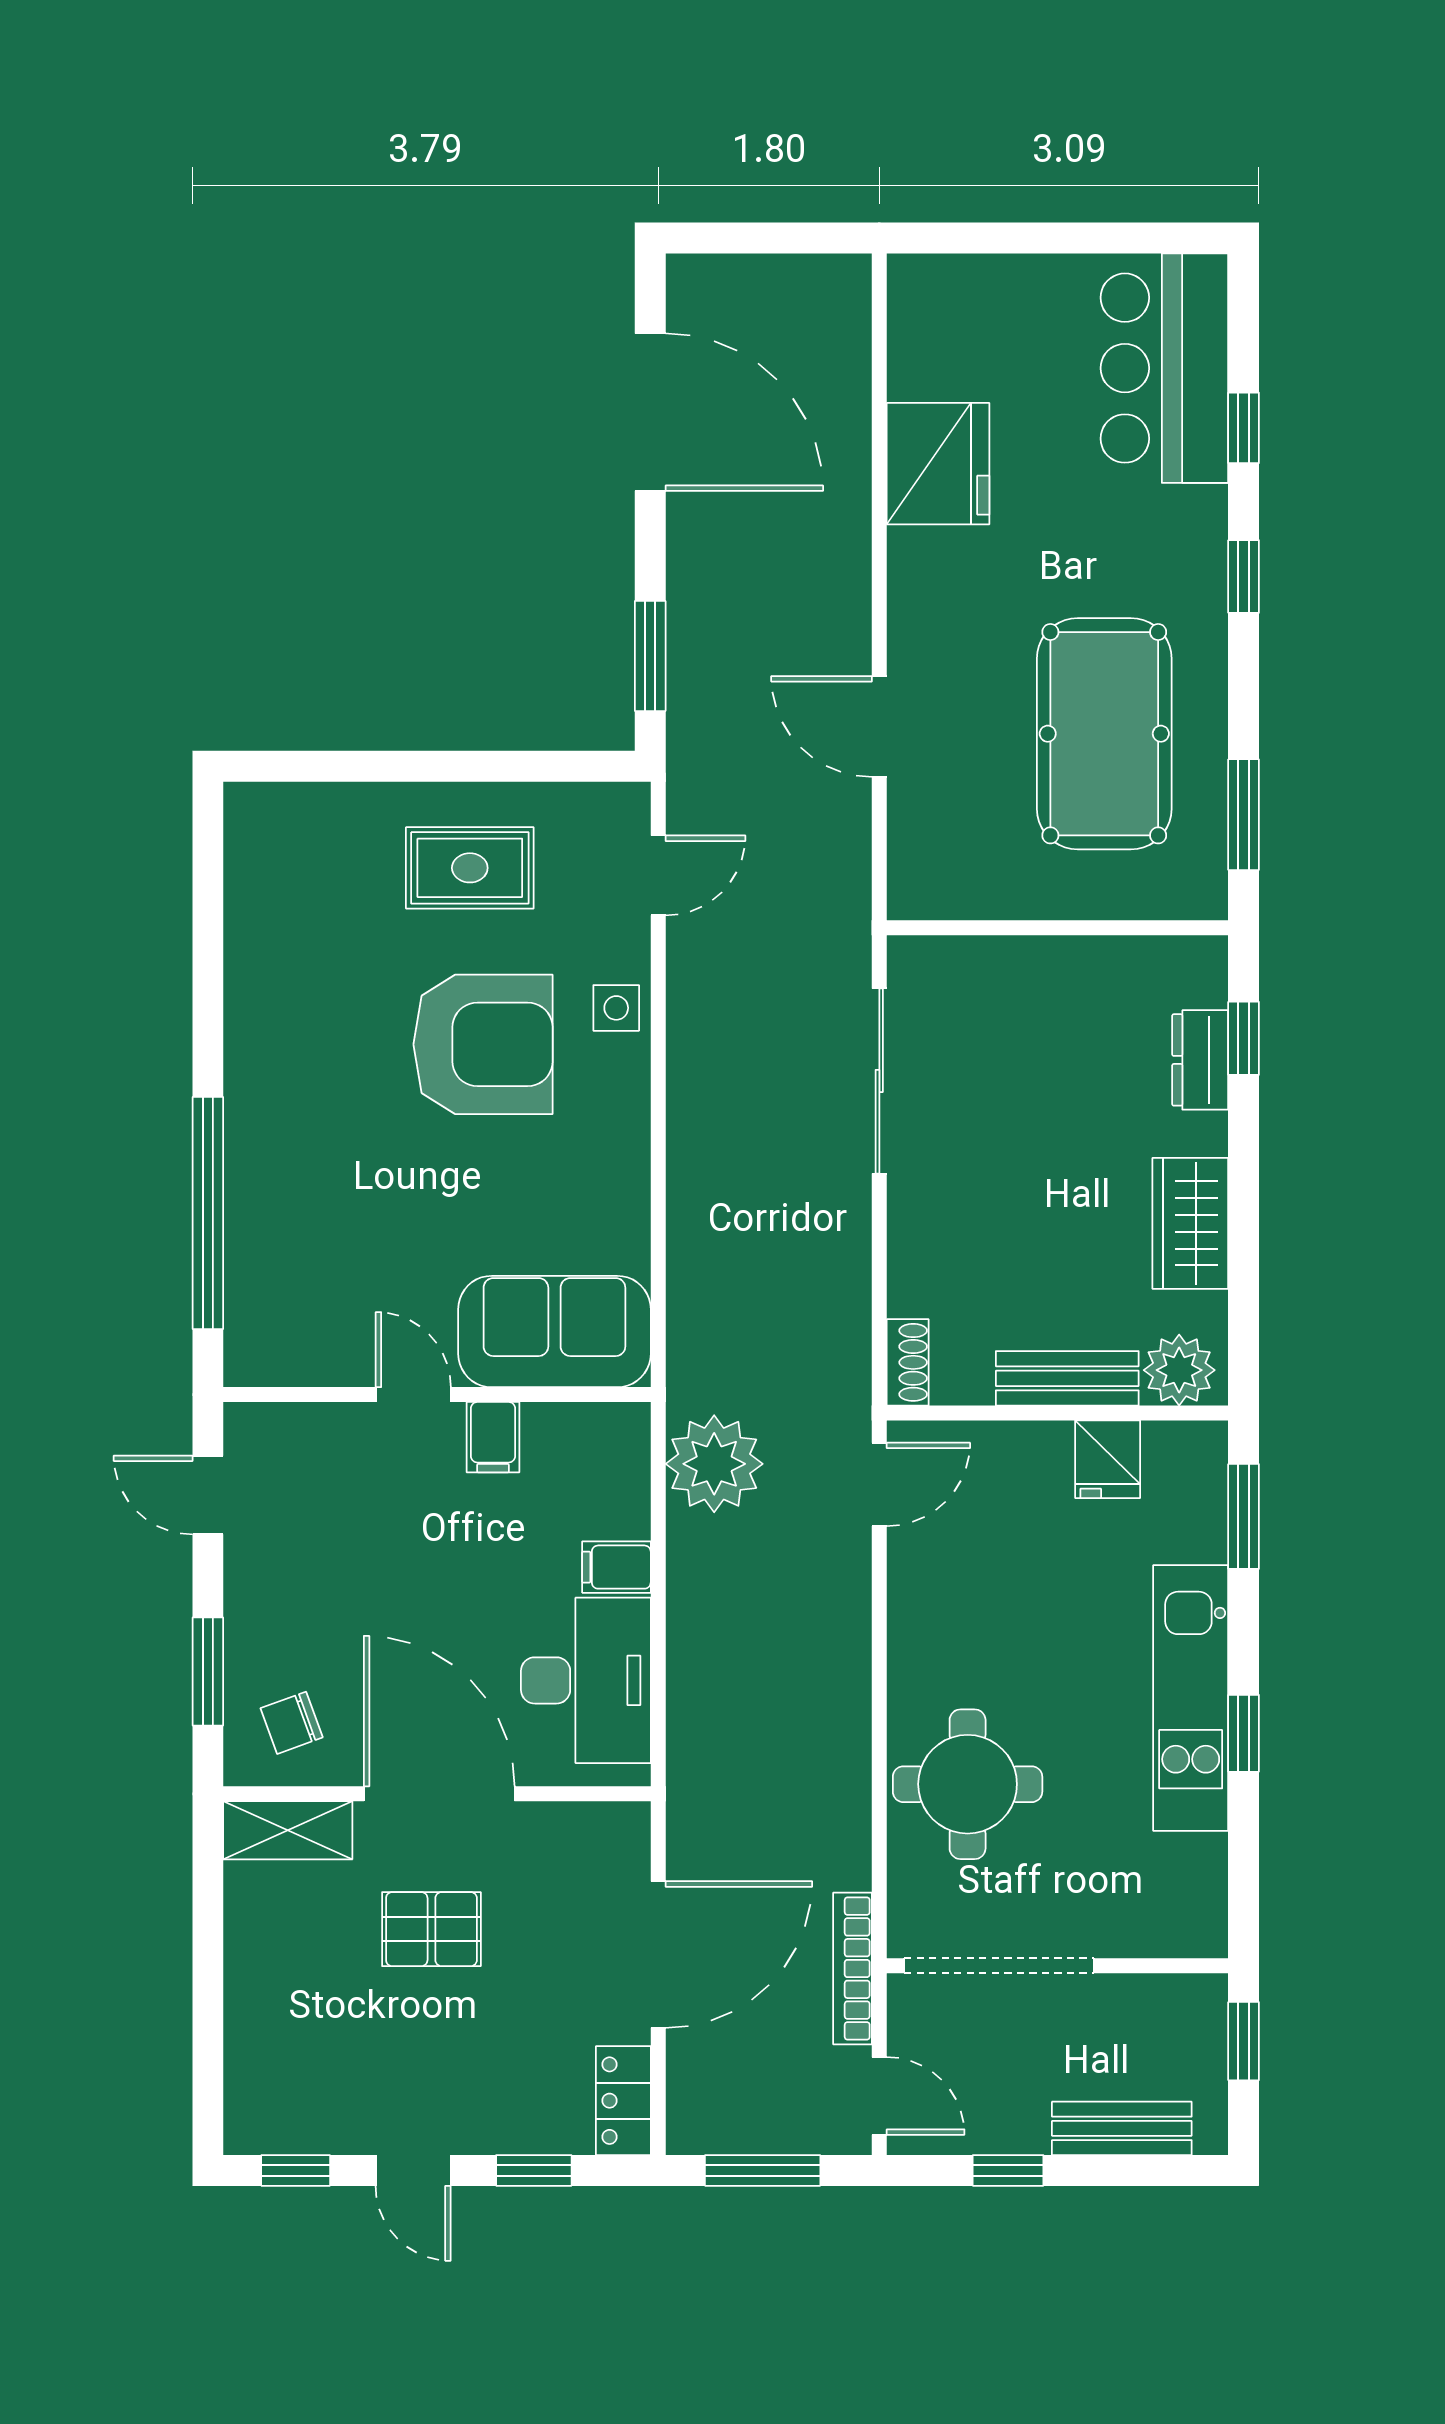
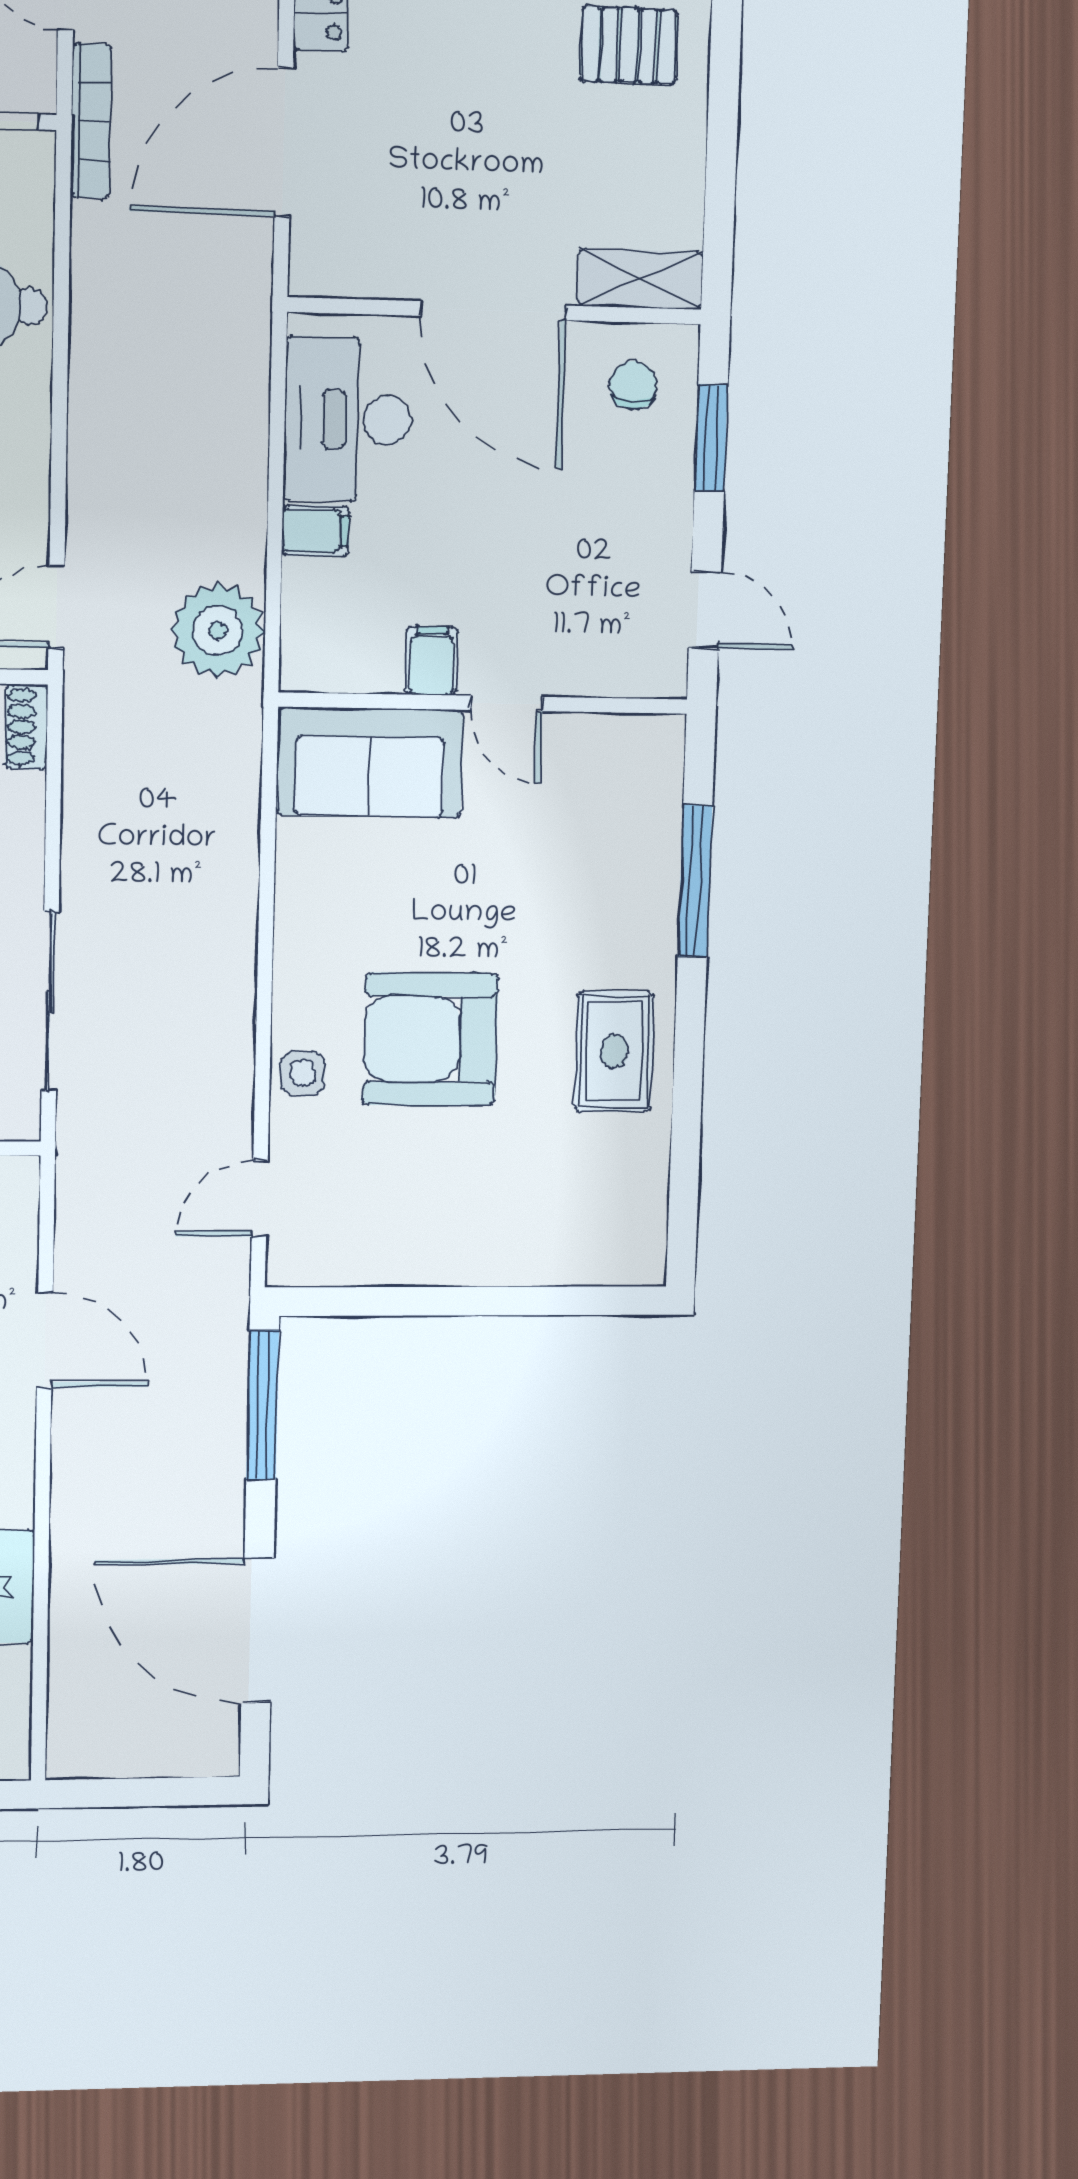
window: (650, 656) -> (263, 1405), width x1.44
rug: (470, 868) -> (614, 1052), moved, turned 90
window: (208, 1213) -> (695, 881), width x0.68
chair: (292, 1723) -> (633, 385), turned -70
pallet: (431, 1929) -> (629, 45), moved

